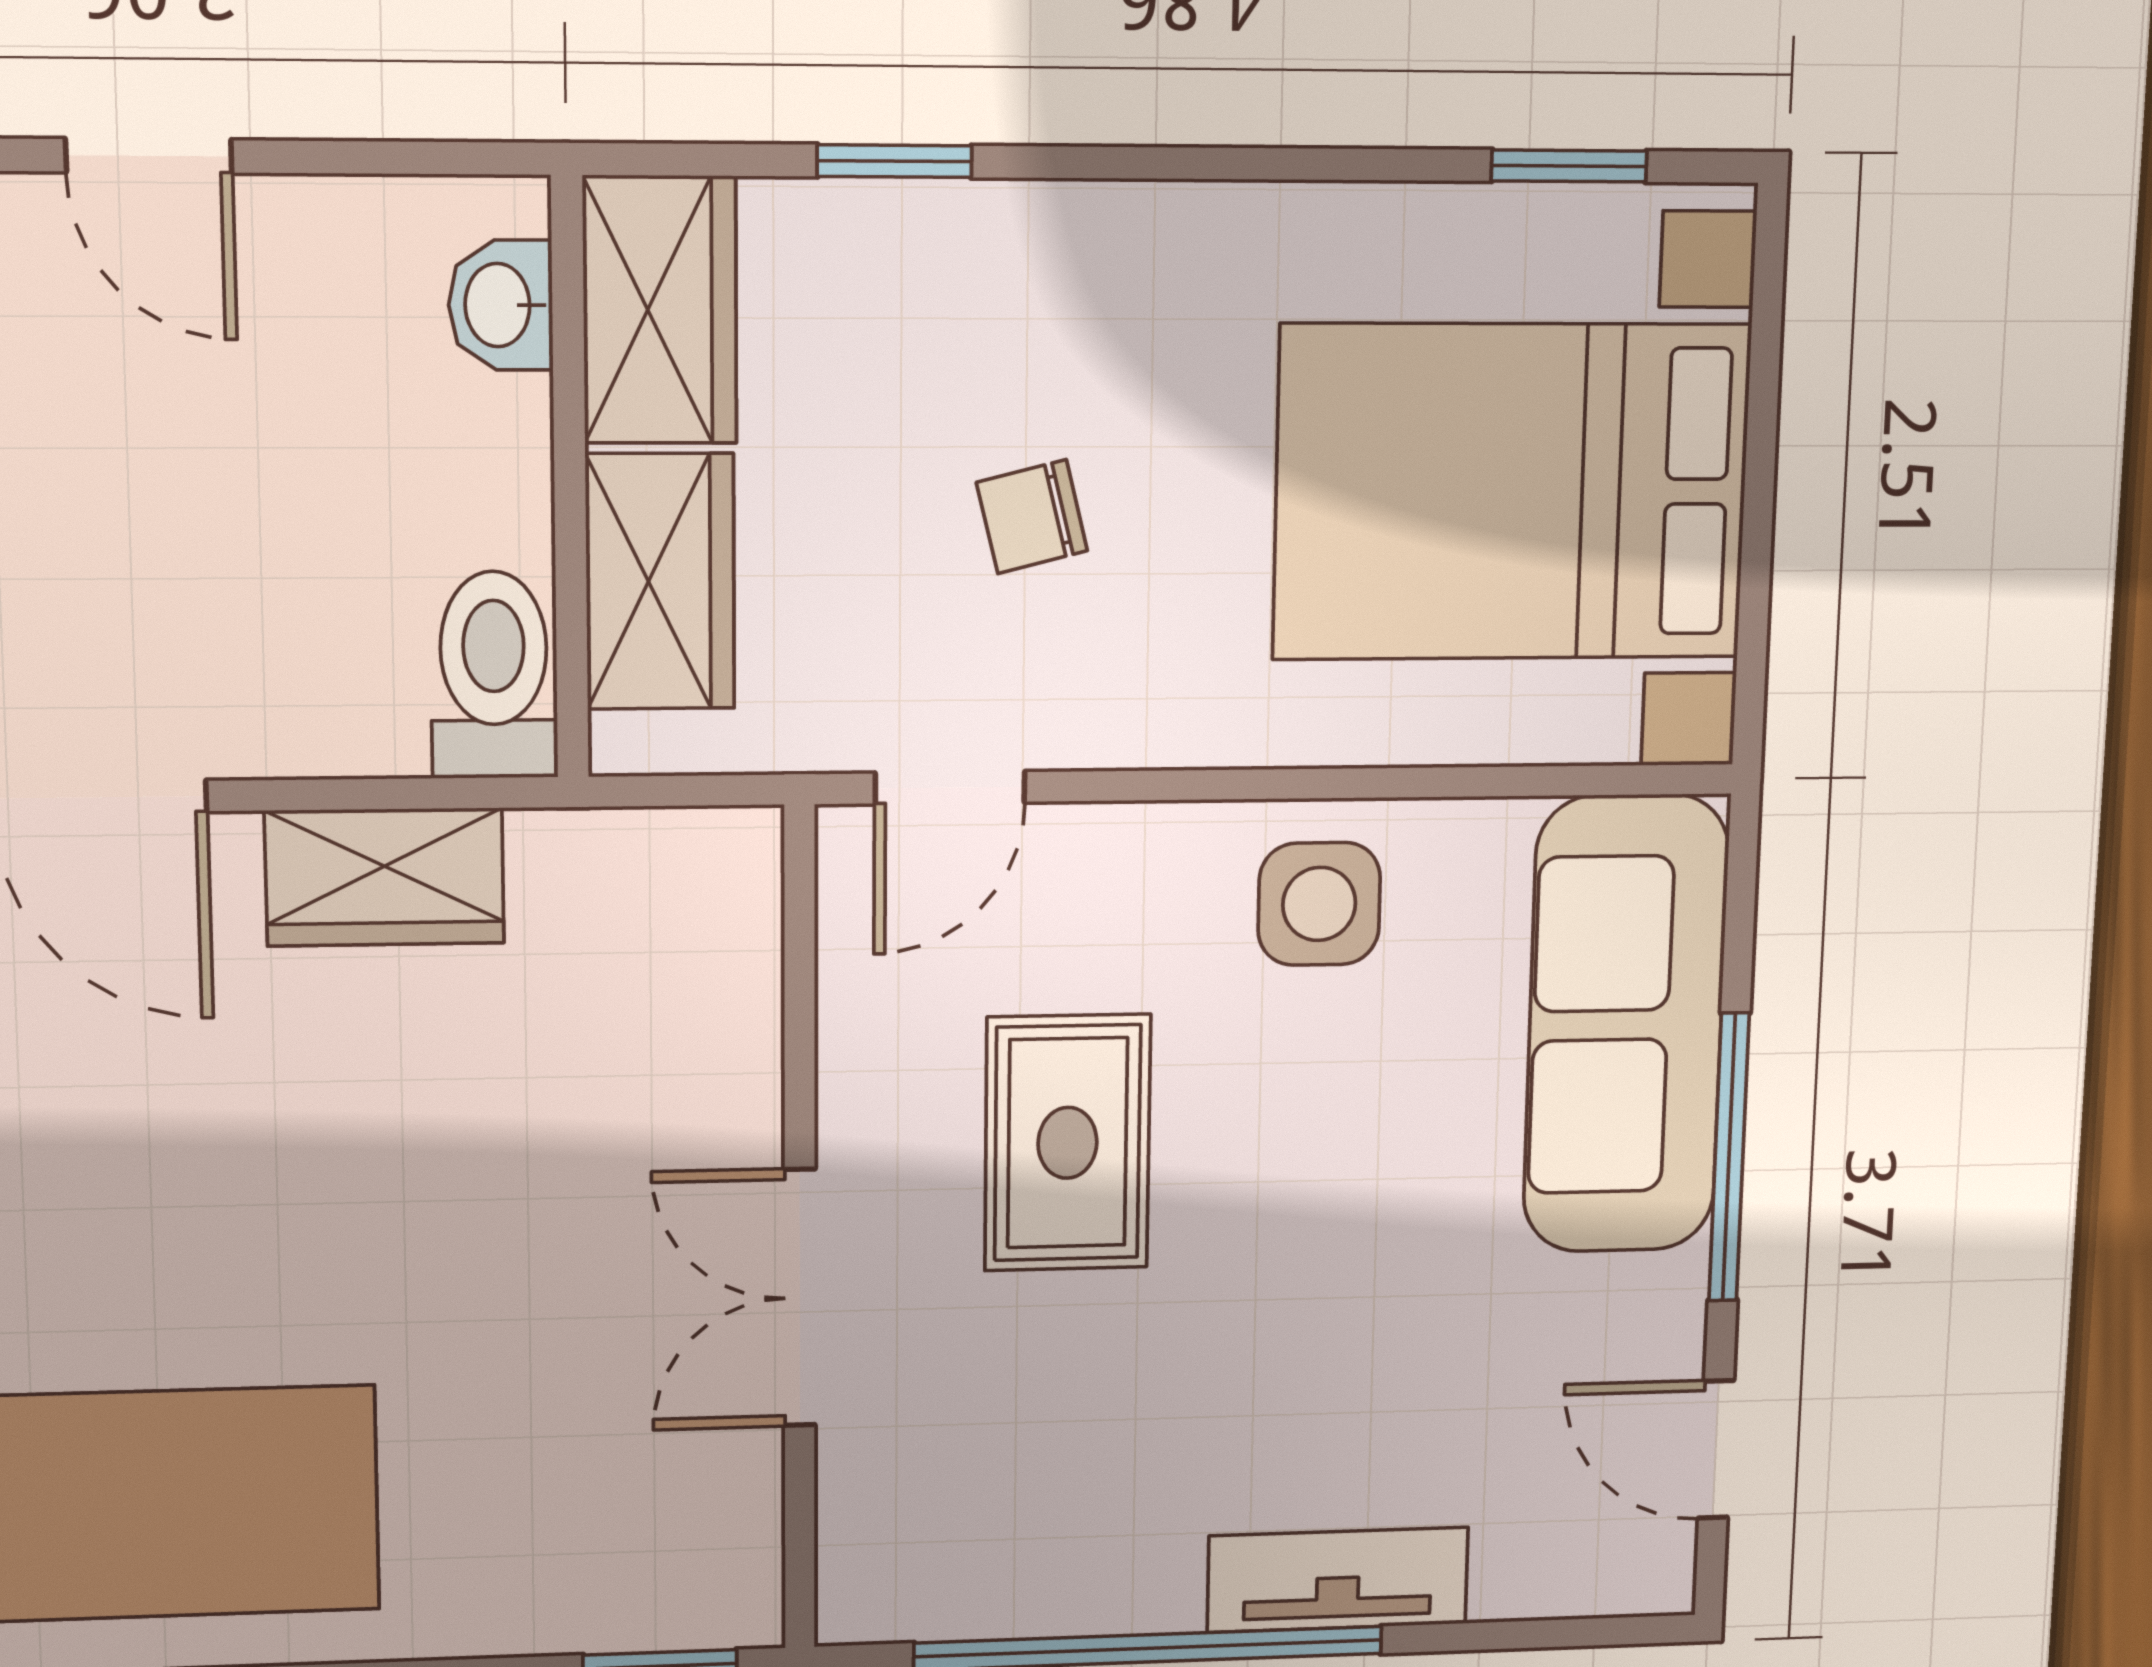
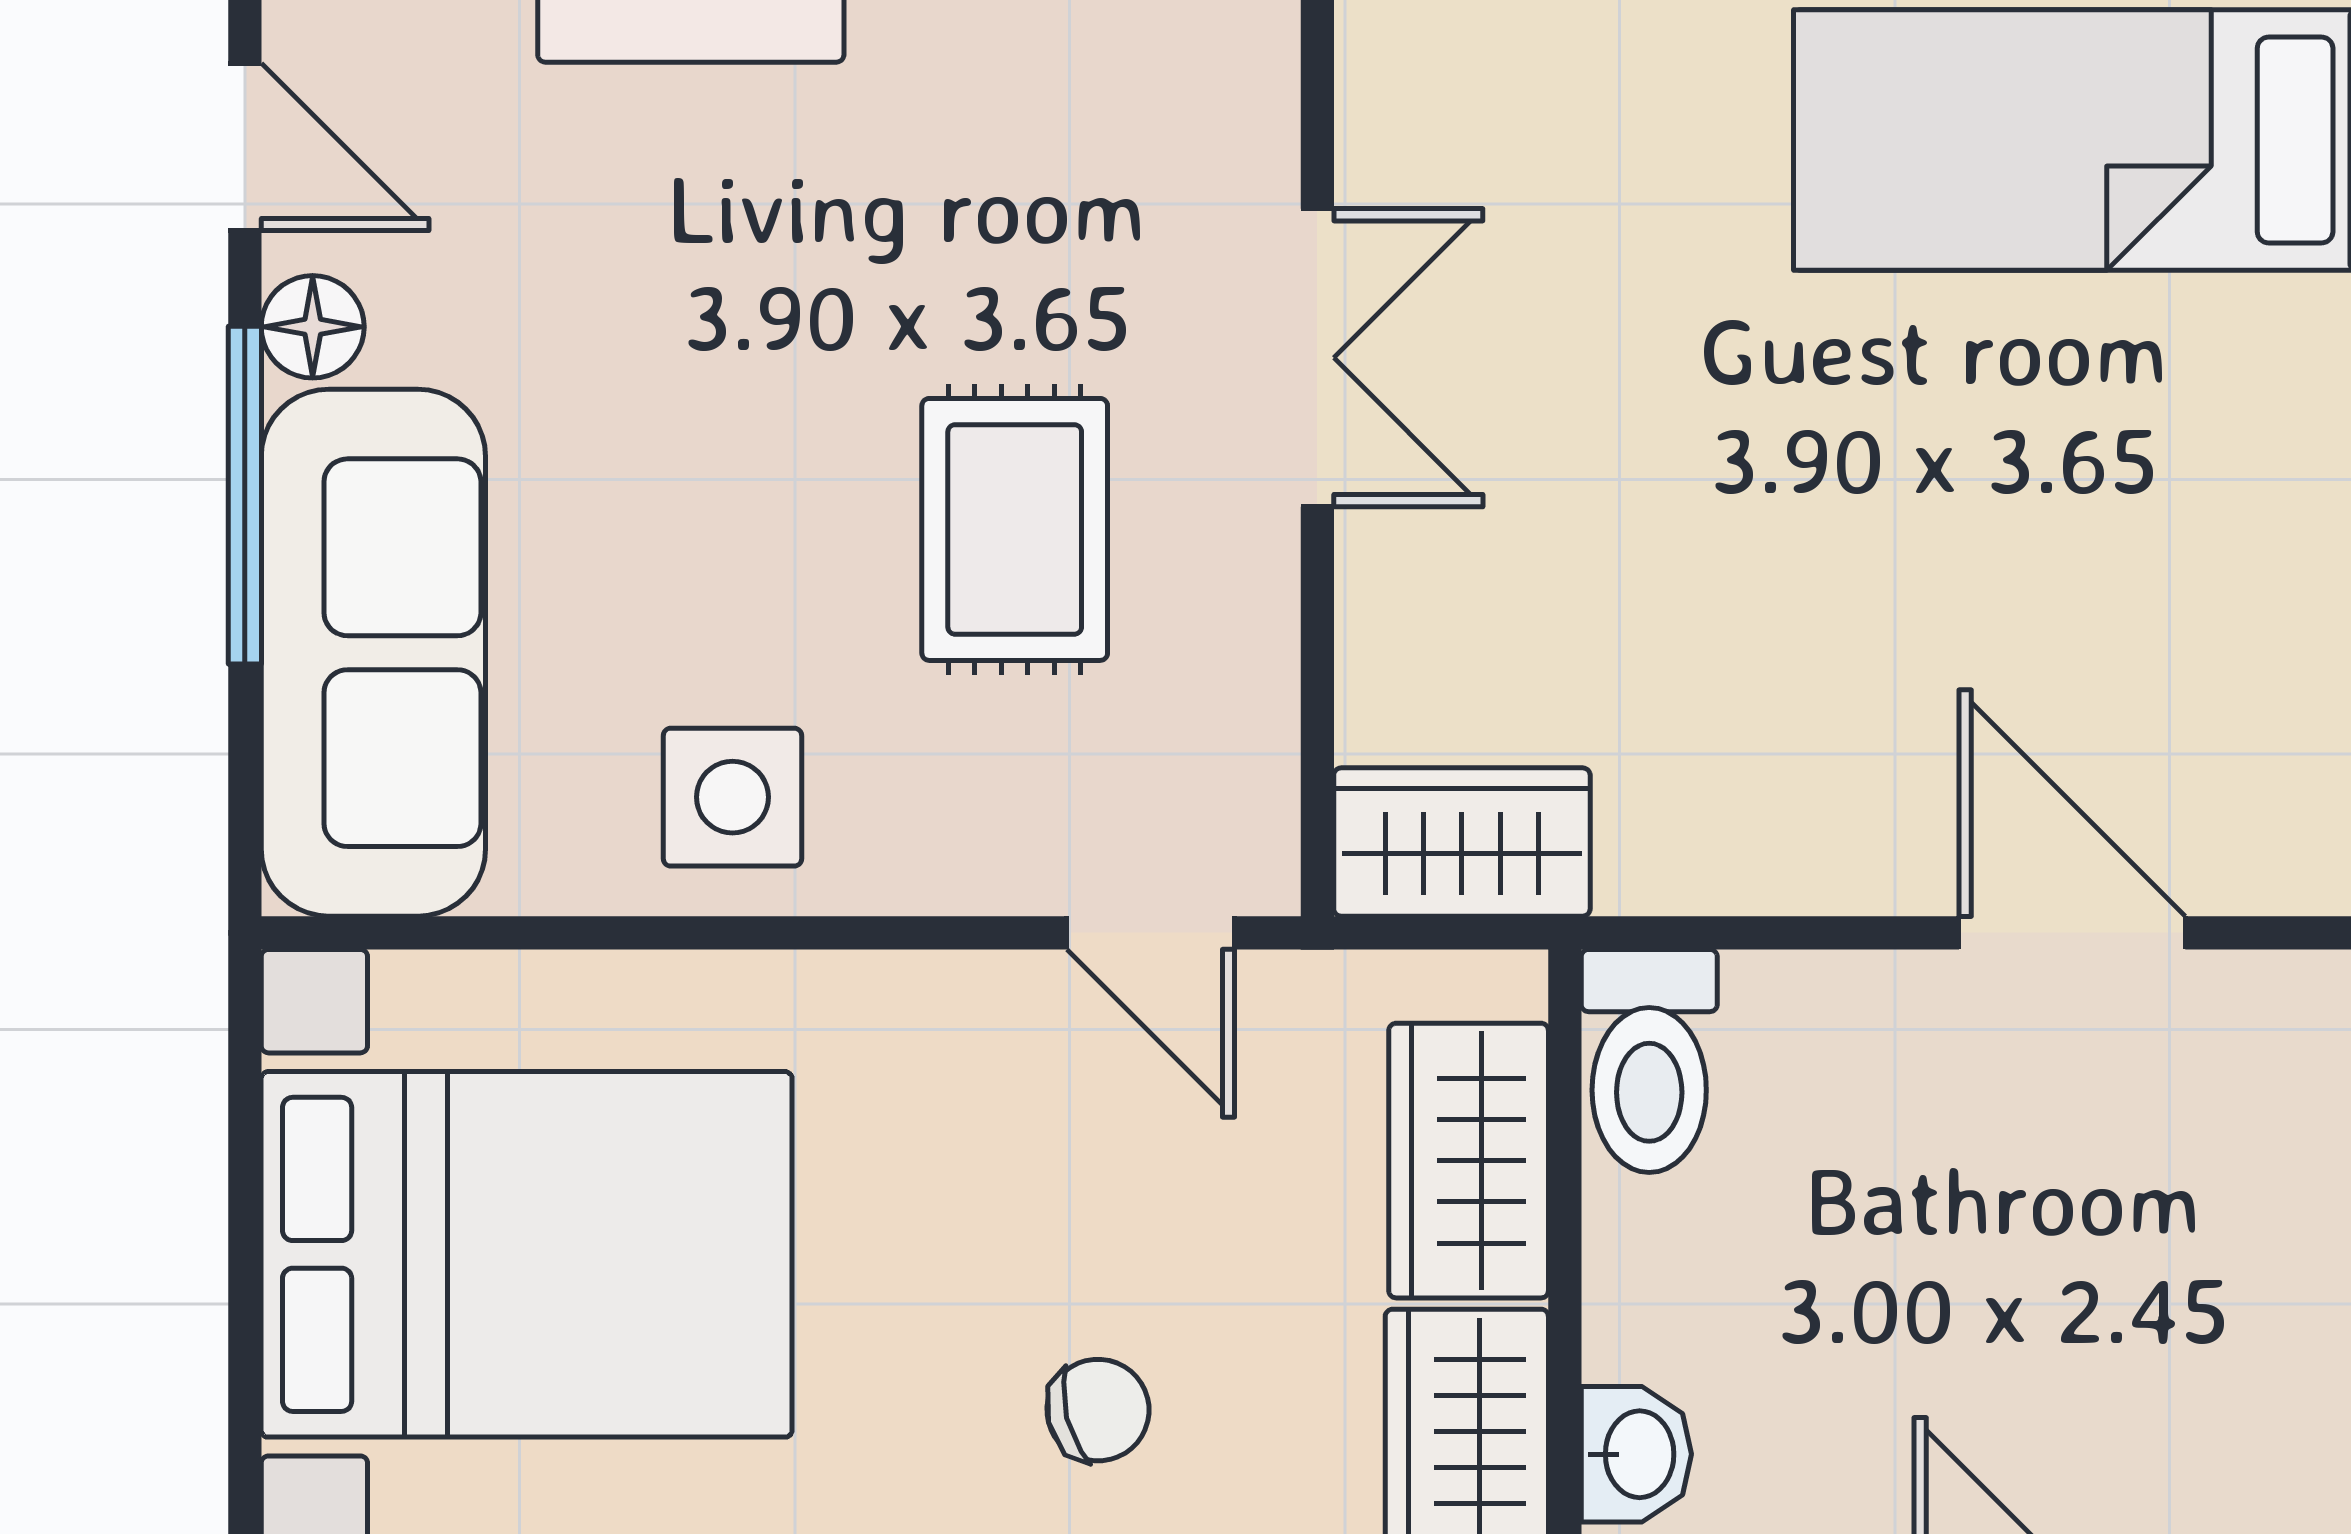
chair: (1032, 517) -> (1098, 1410), moved
door: (950, 788) -> (1151, 933), swing flipped
wardrobe: (385, 877) -> (1462, 842), moved
floor lamp: (1666, 1301) -> (313, 327), added

